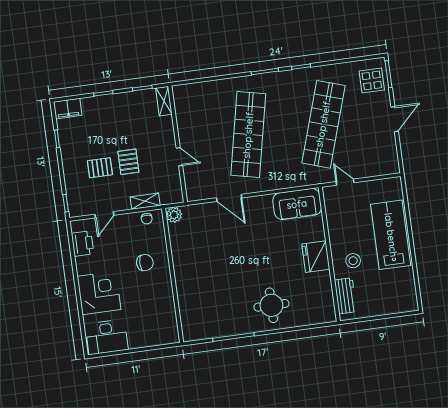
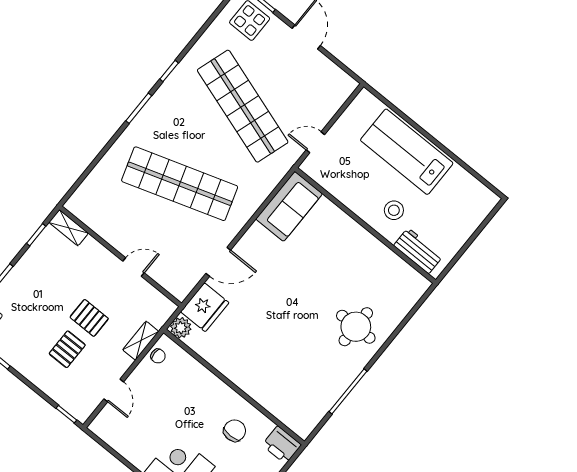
shop shelf: (248, 135) -> (180, 184), turned -30
printer: (82, 244) -> (282, 445), moved, turned 180
fridge: (316, 257) -> (205, 307), moved, turned -90
chair: (145, 263) -> (235, 431), moved

